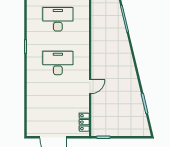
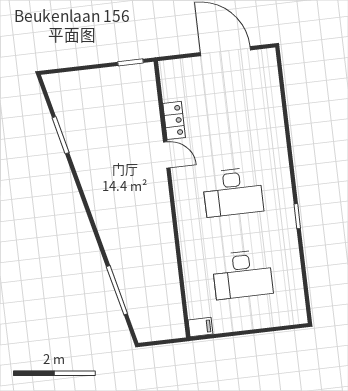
door: (90, 87) -> (167, 155), swing flipped
locker: (84, 122) -> (174, 120), moved

